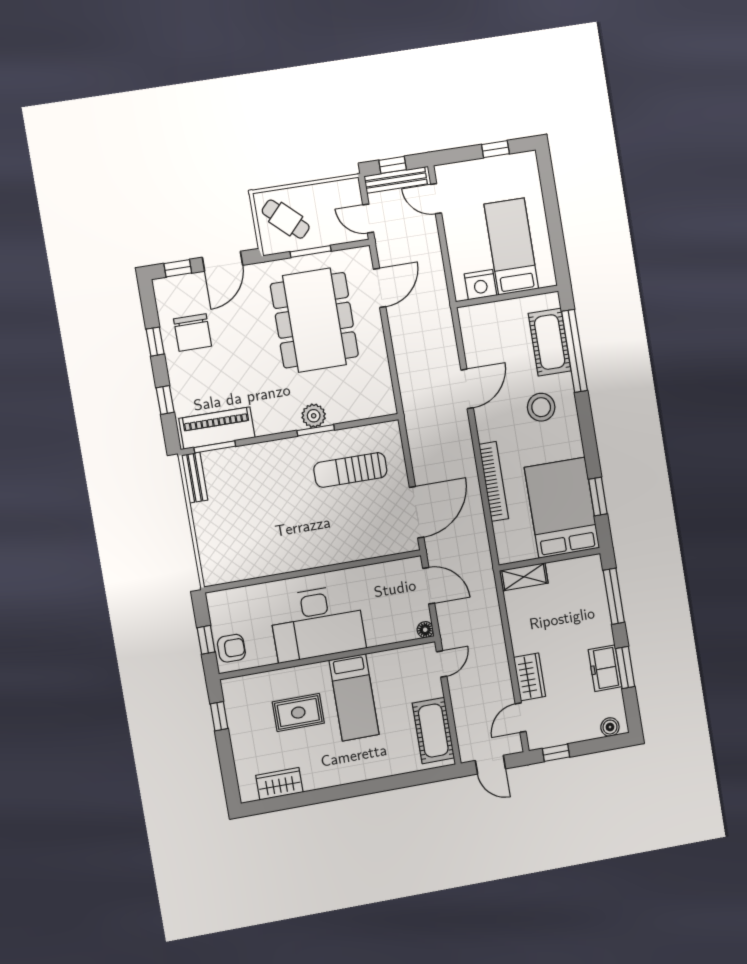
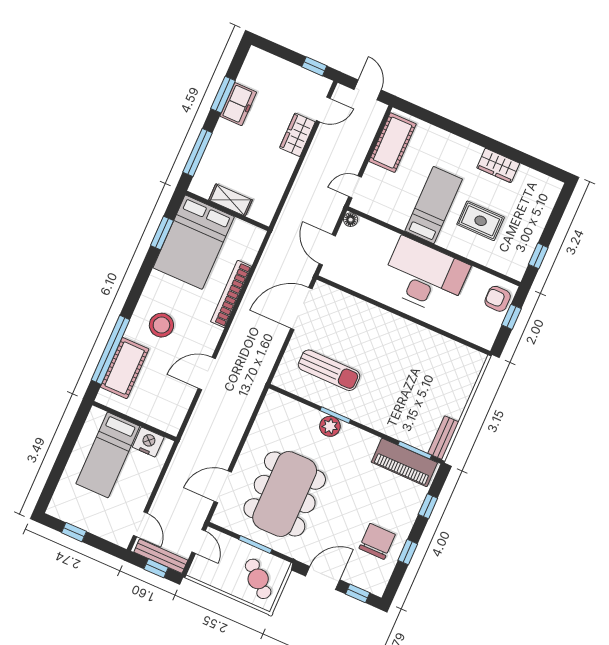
shelving: (524, 577) -> (231, 200), moved
boiler: (610, 727) -> (263, 59), removed
wardrobe: (279, 784) -> (498, 165), moved

